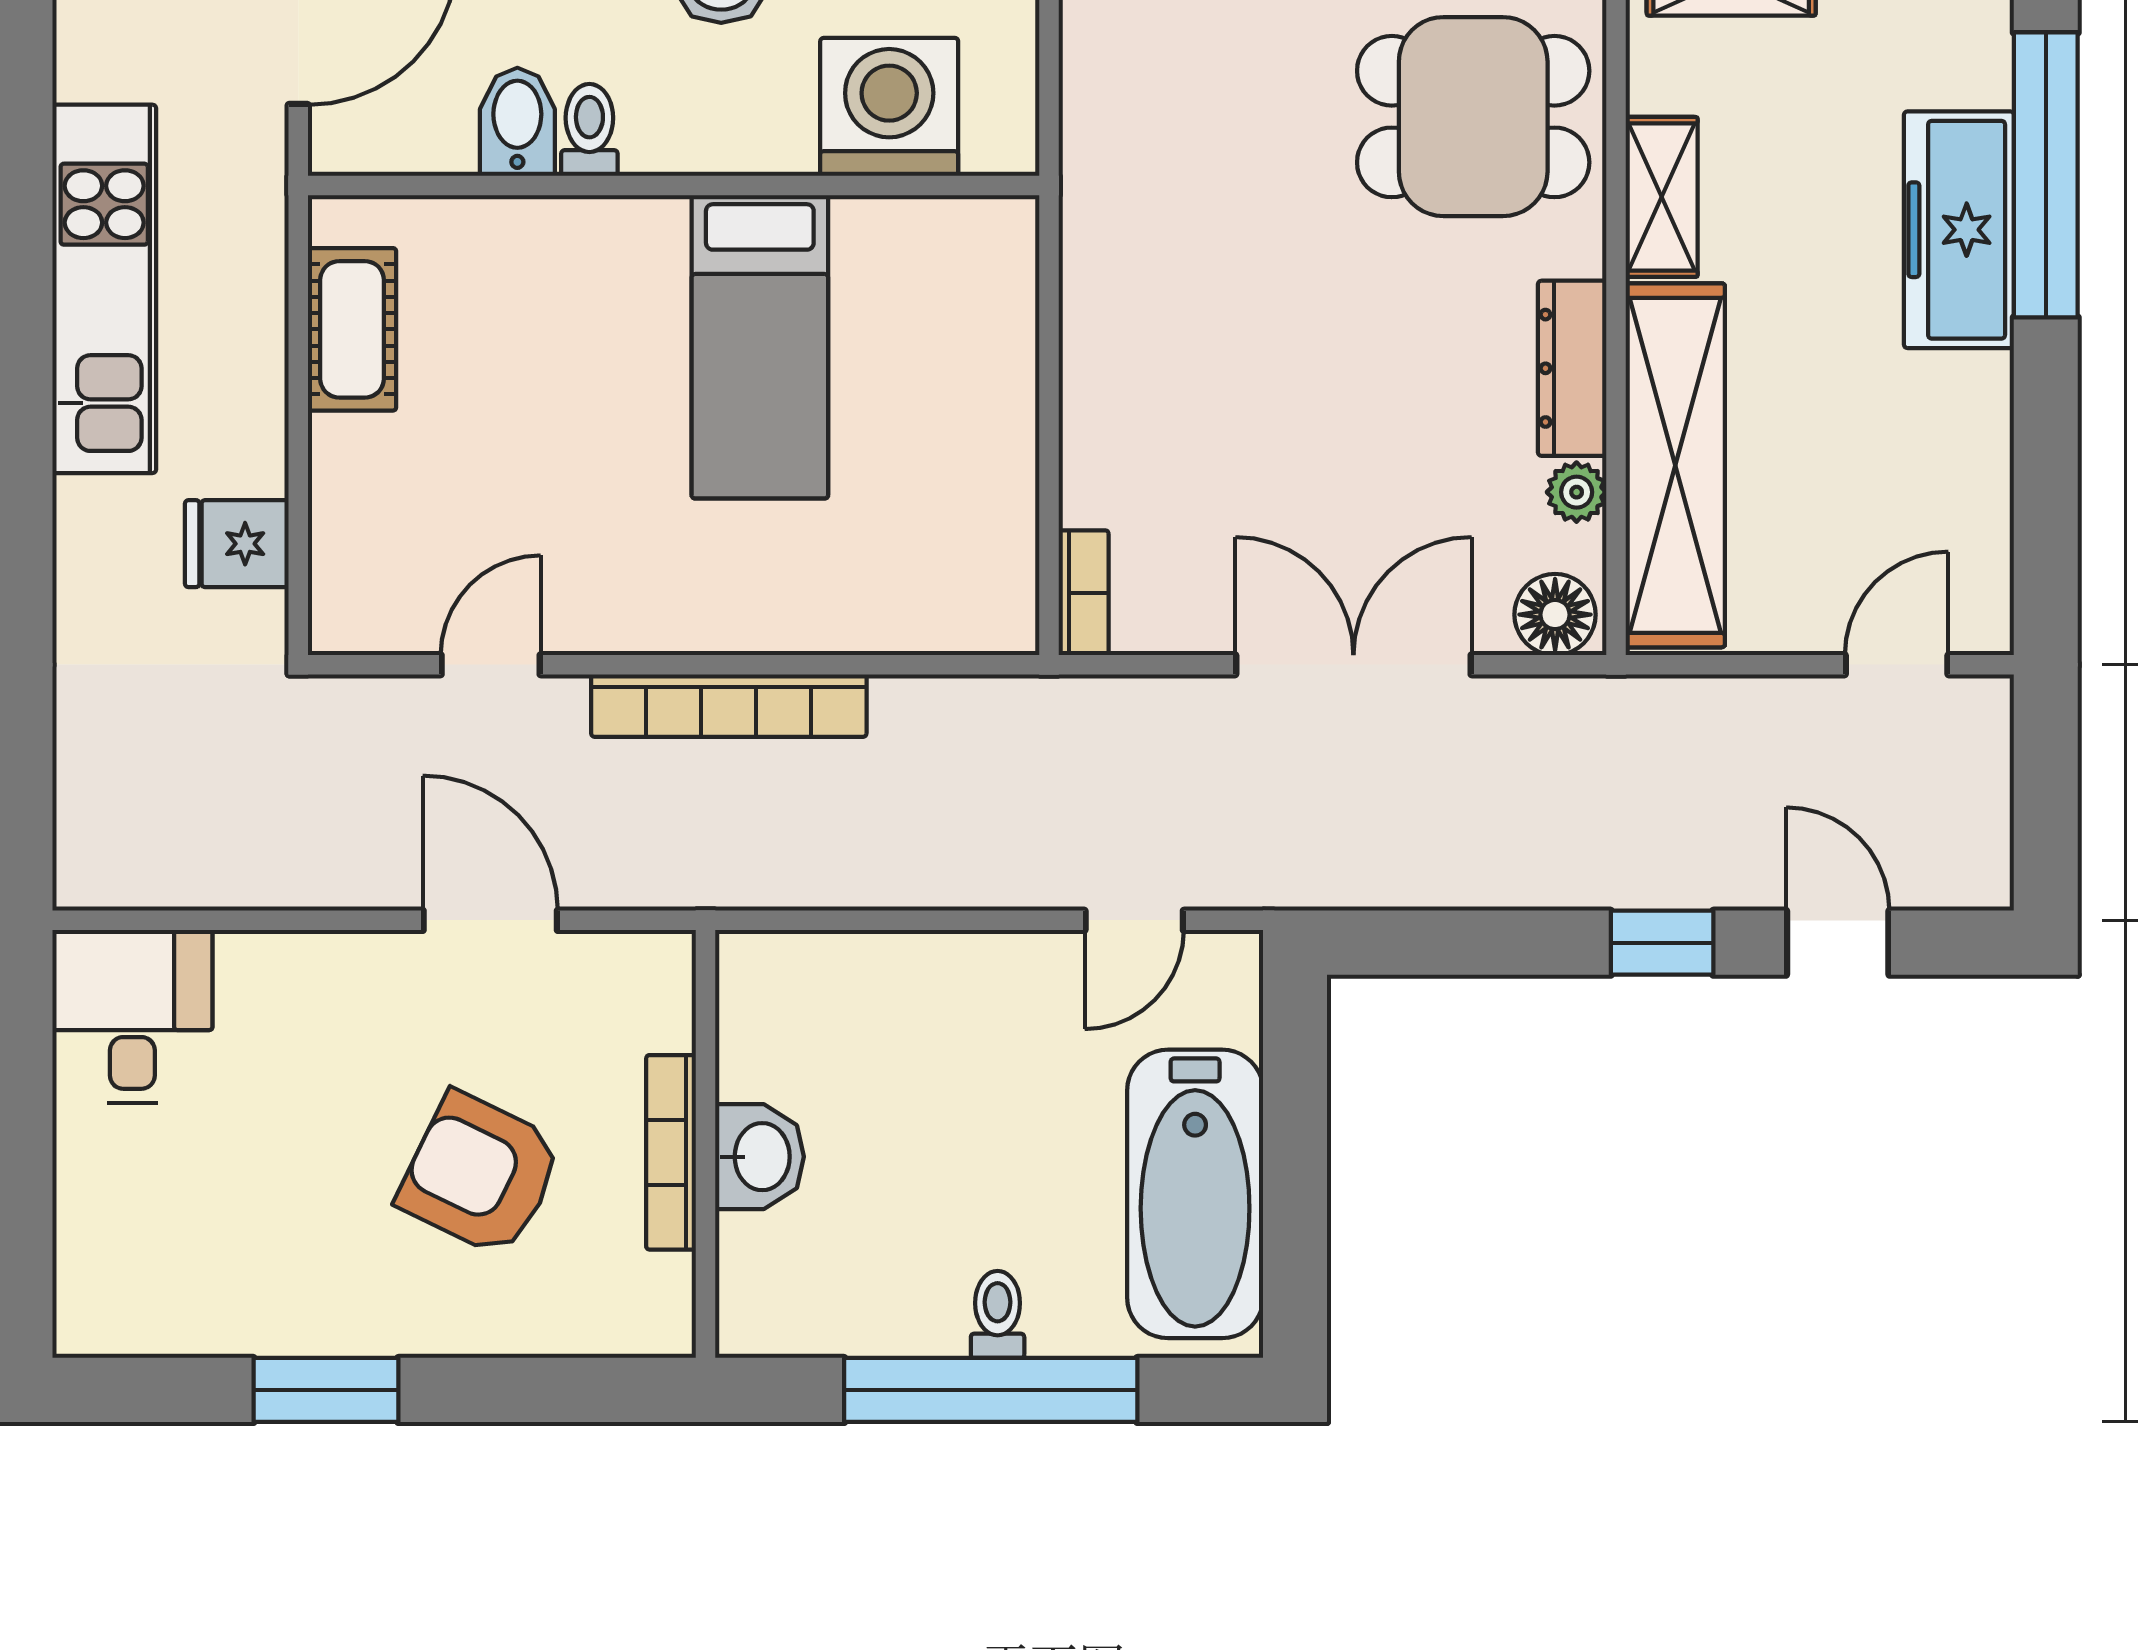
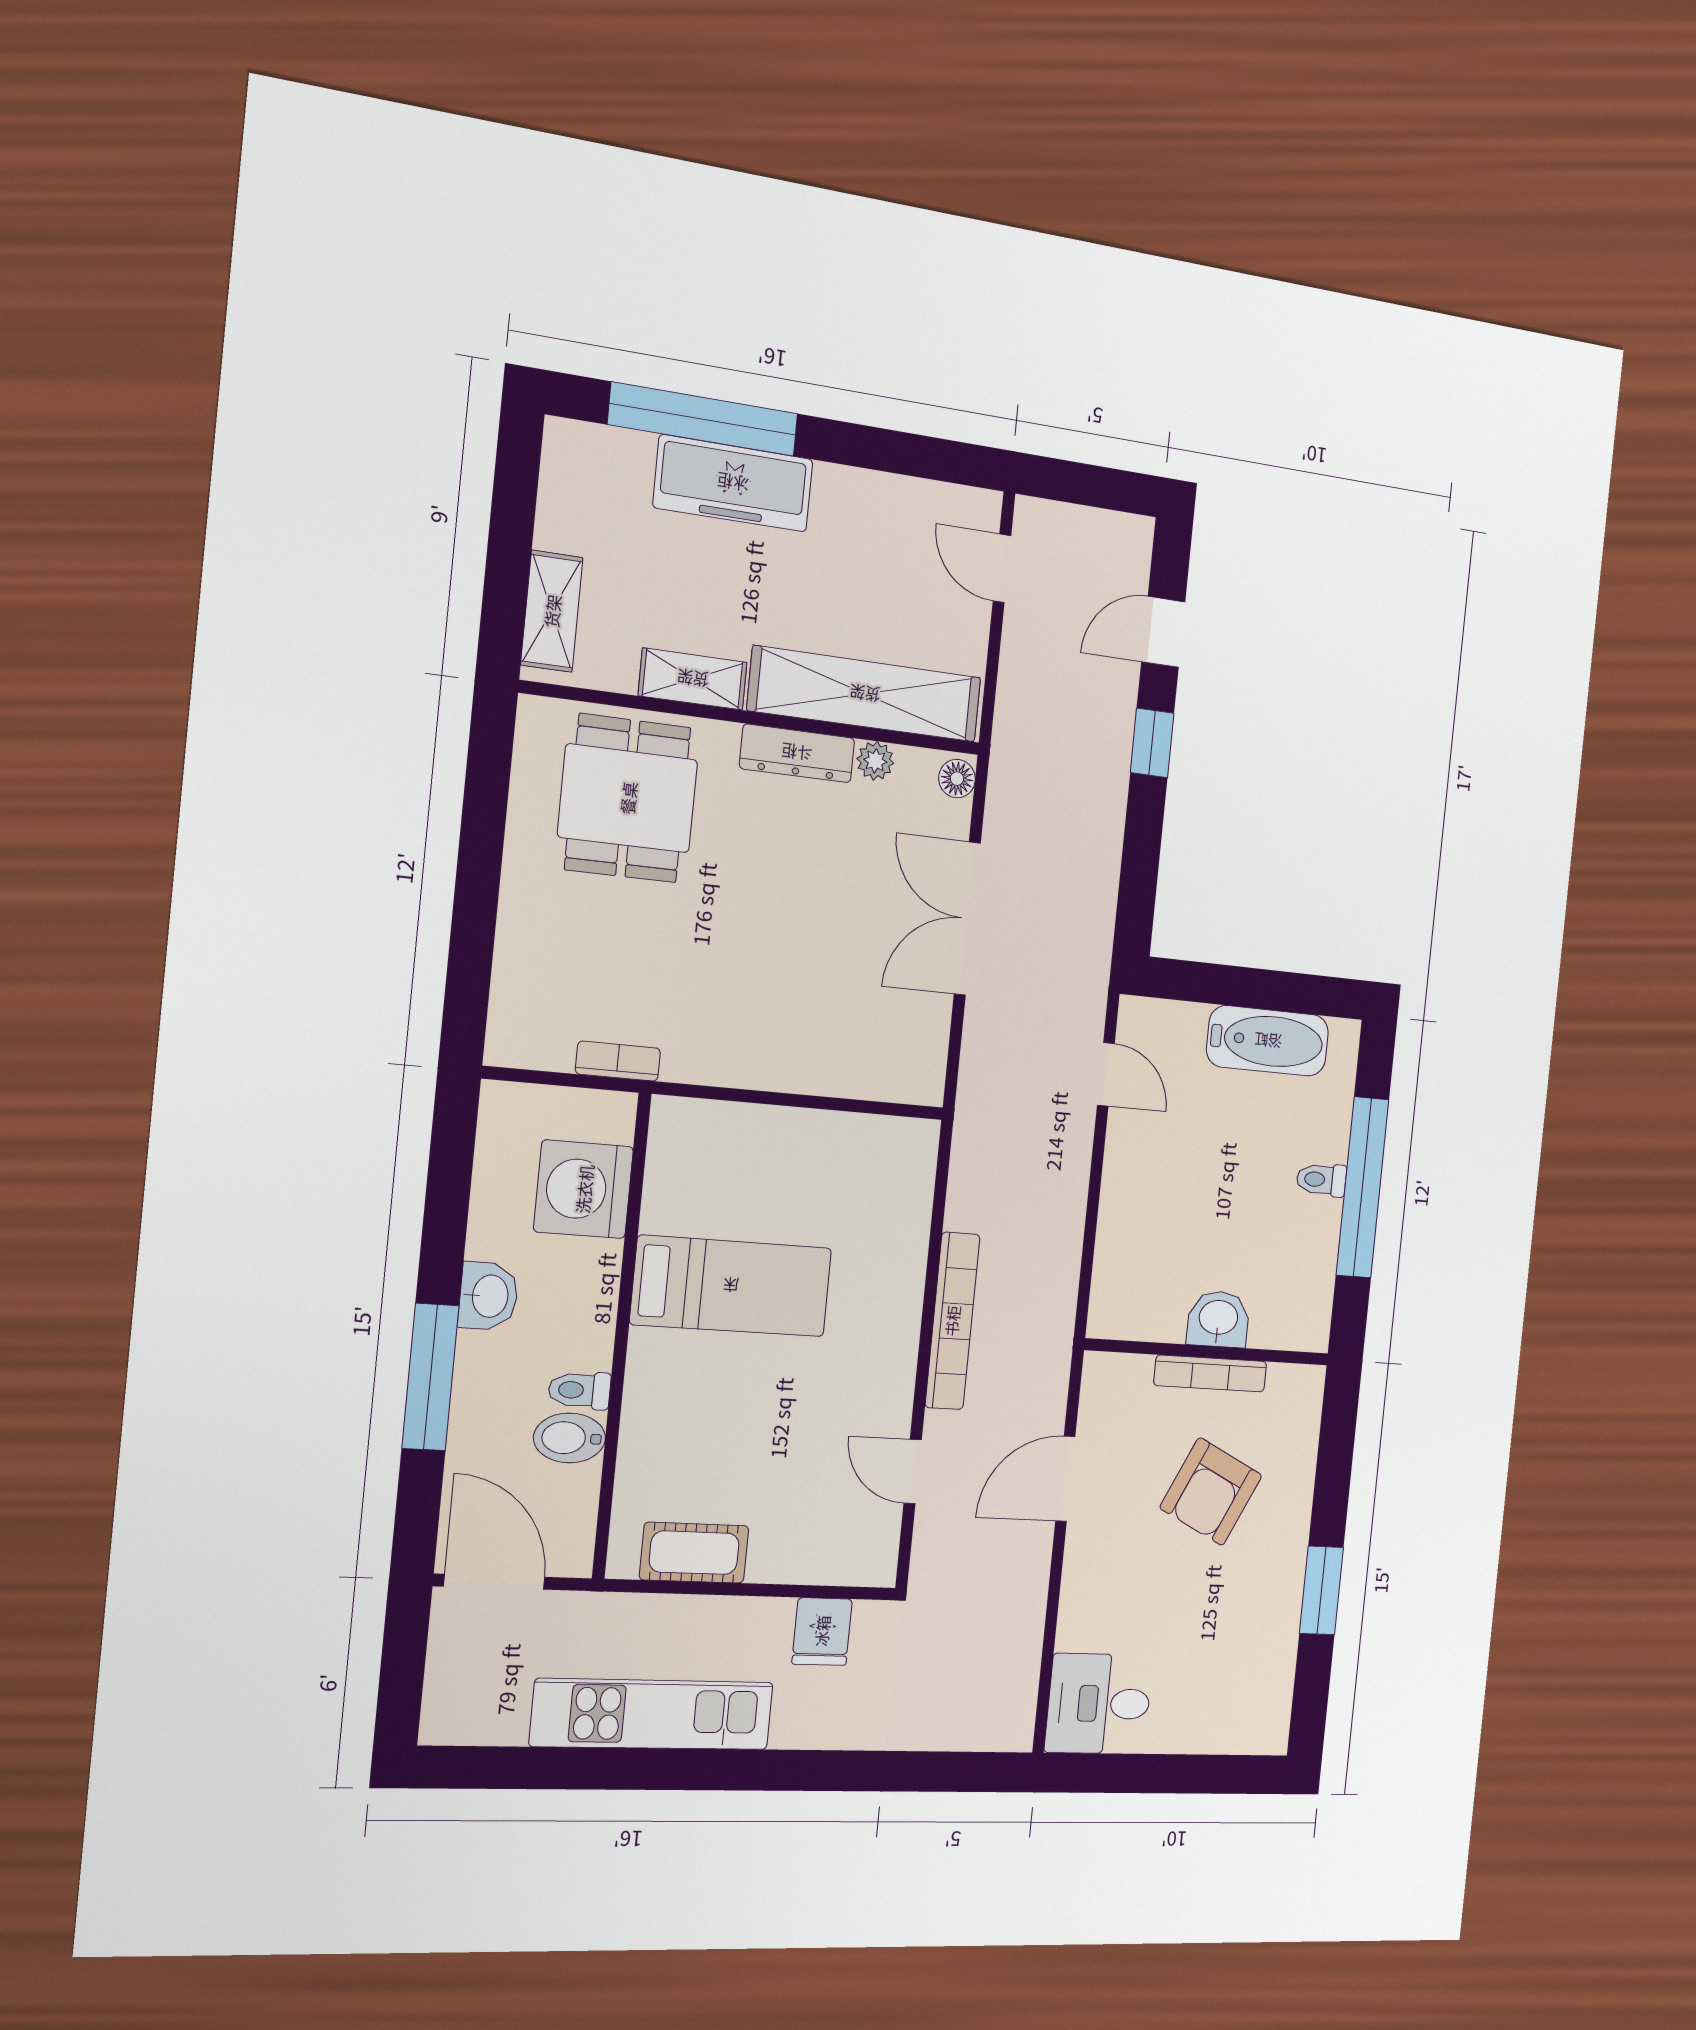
bookcase: (1084, 593) -> (618, 1061), moved
floor lamp: (1555, 615) -> (957, 779), width x0.73, depth x0.73
bathtub: (1195, 1194) -> (1268, 1041), width x0.73, depth x0.73

